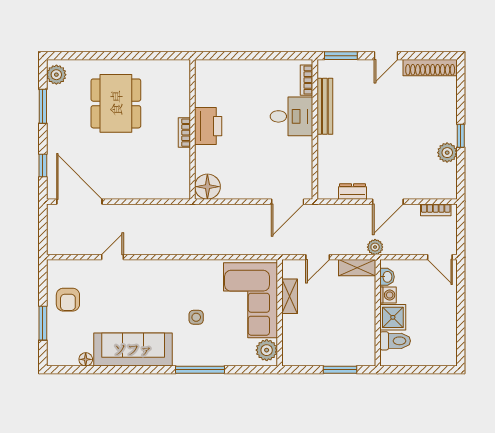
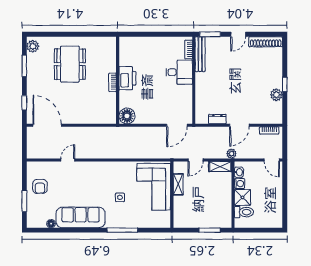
bench: (325, 106) -> (200, 54), moved
plant: (267, 350) -> (164, 218), removed

